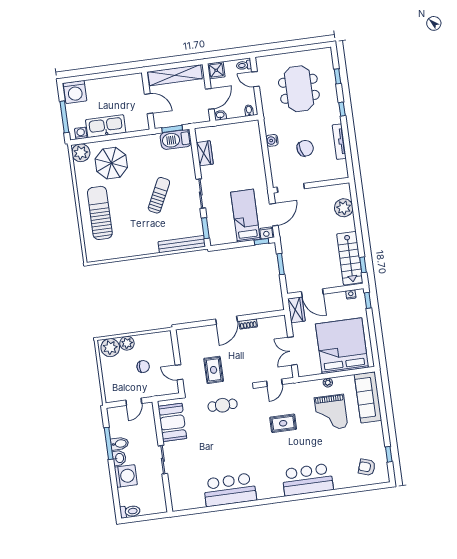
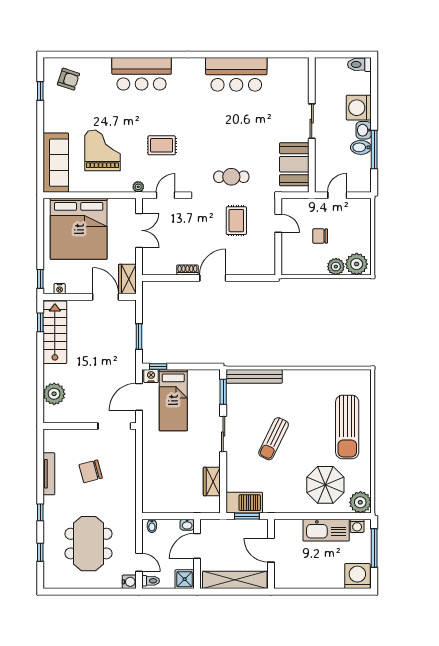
water cooler: (272, 140) -> (129, 582), moved
plant: (328, 383) -> (138, 187), moved

